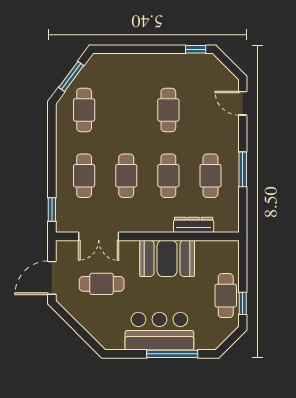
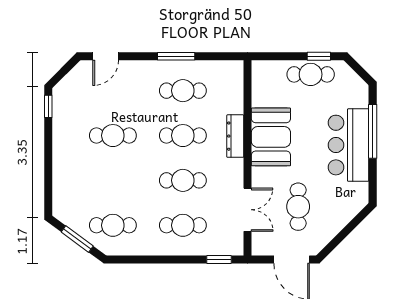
dresser: (194, 225) -> (235, 136), moved

